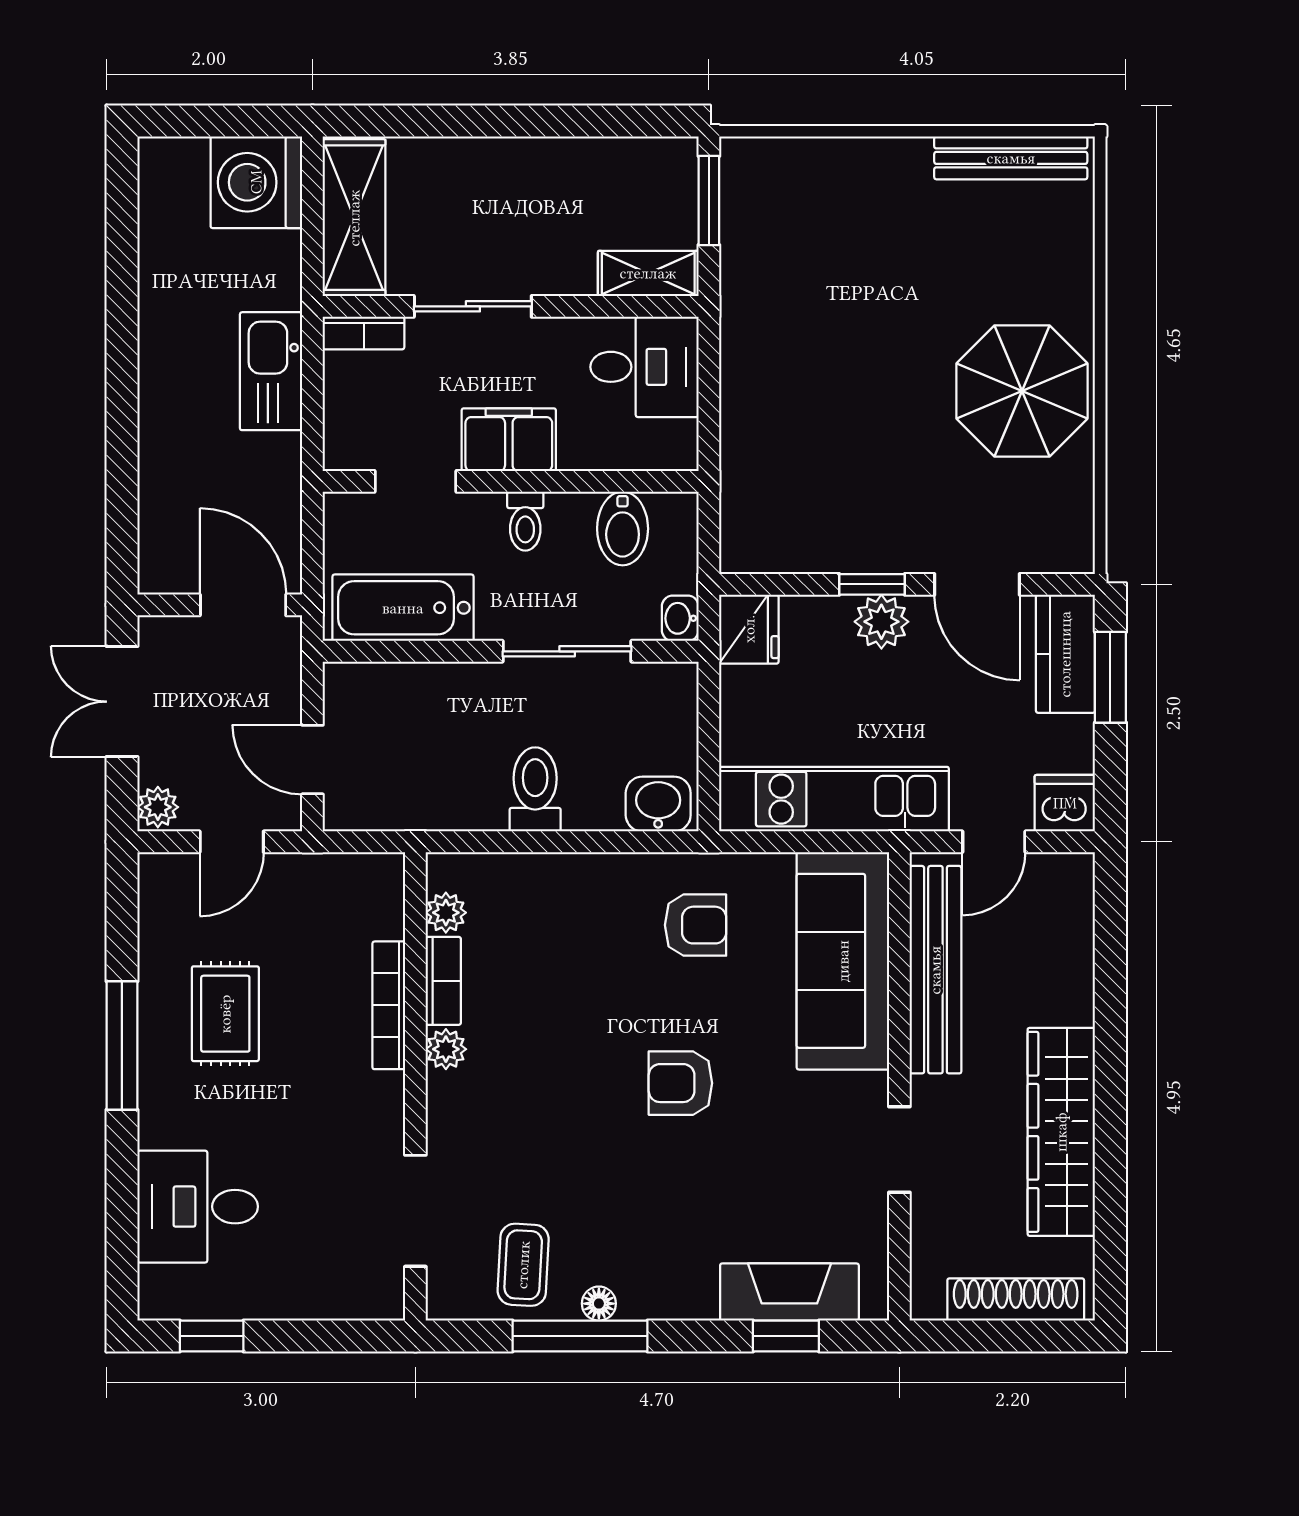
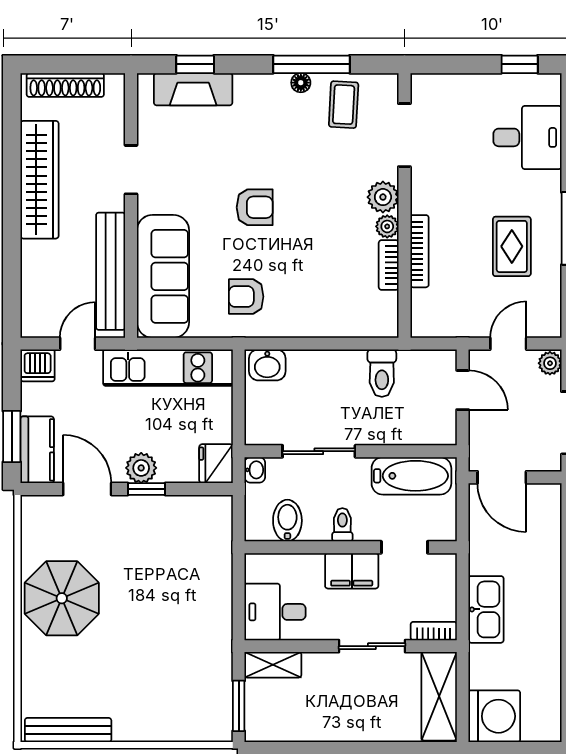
toilet: (535, 789) -> (382, 373), moved
plant: (446, 913) -> (383, 197), moved, width x1.38, depth x1.38

